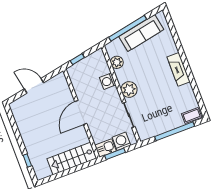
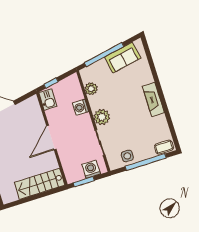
sofa: (141, 33) -> (123, 58), width x0.73
side table: (156, 126) -> (127, 156), added
kitchen sink: (105, 148) -> (48, 99), moved, turned 90

